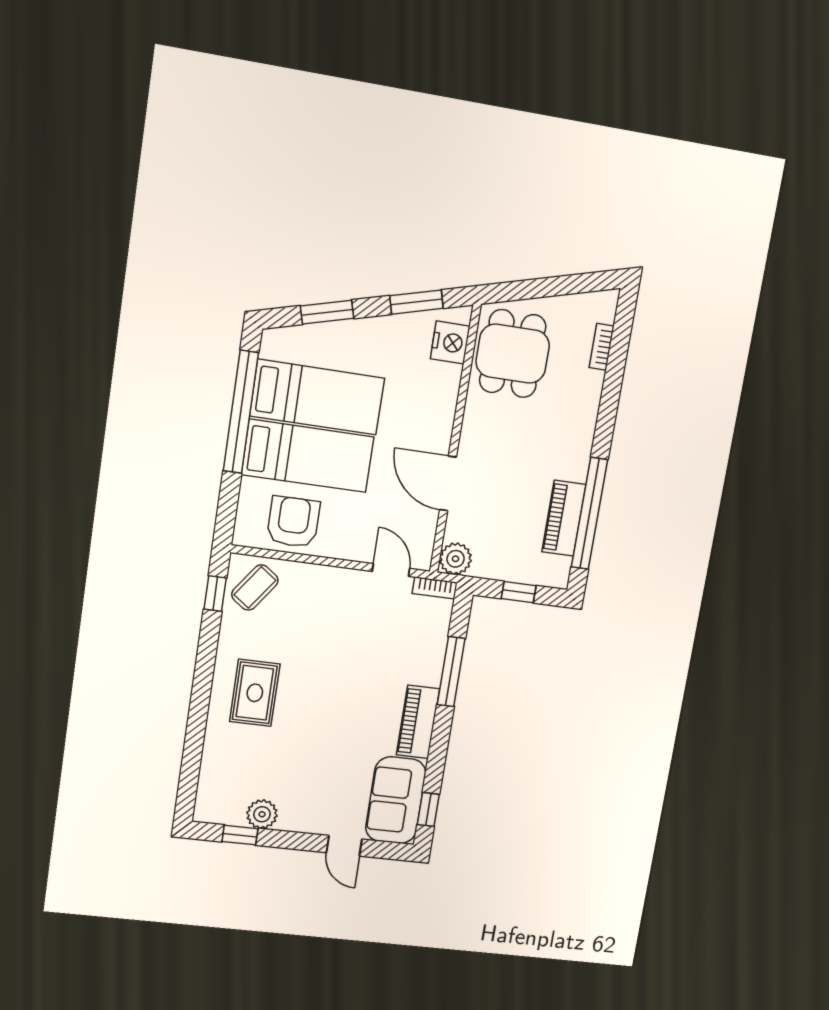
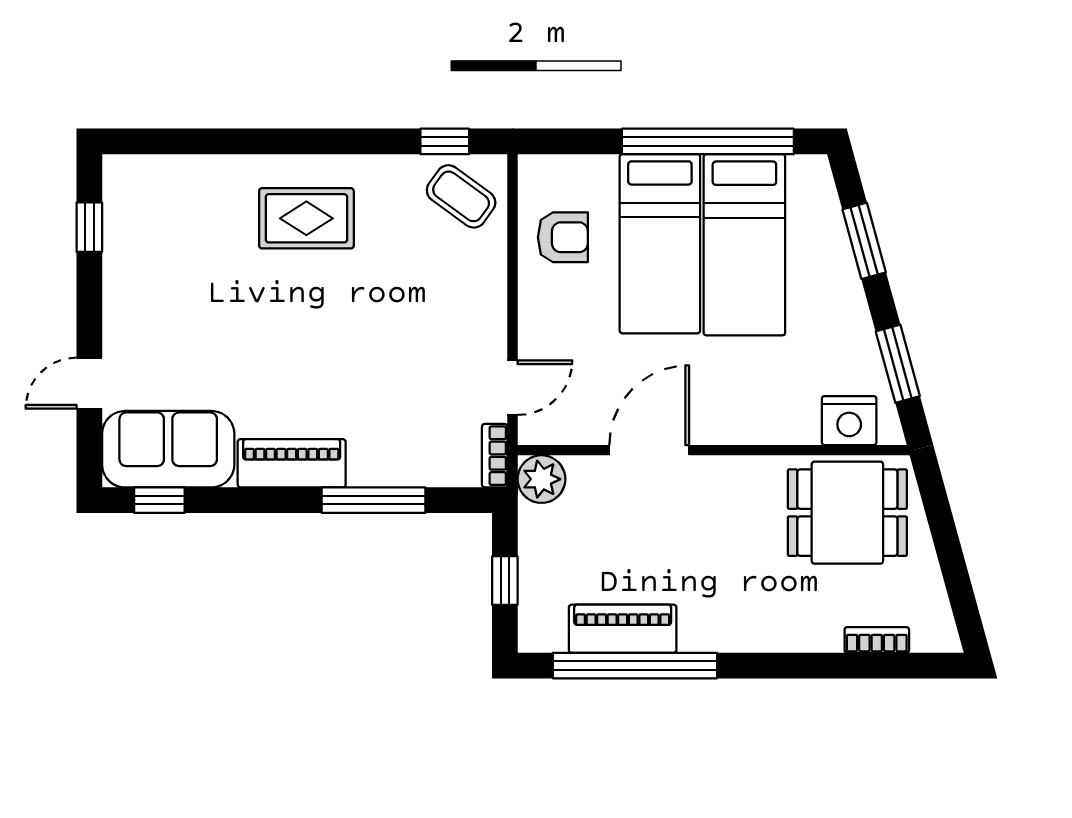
armchair: (293, 522) -> (563, 237), width x0.72, depth x0.72
plant: (262, 814) -> (125, 255), removed

